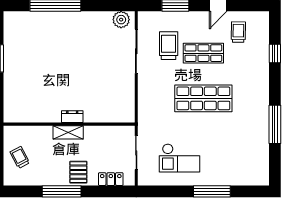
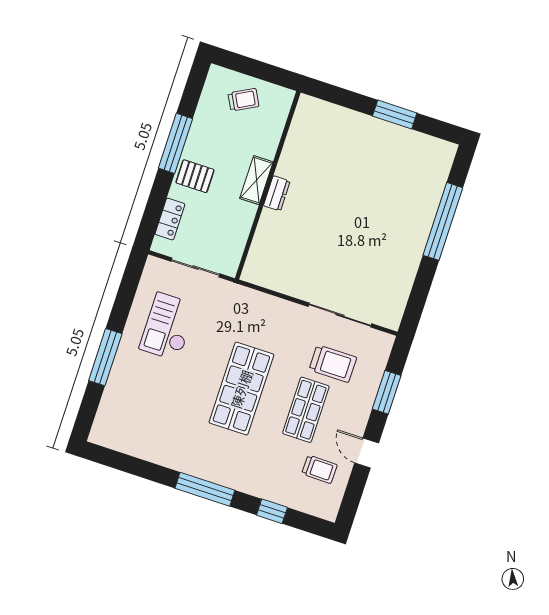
plant: (121, 20) -> (392, 308), removed
window: (275, 124) -> (205, 489), moved

